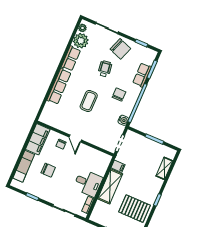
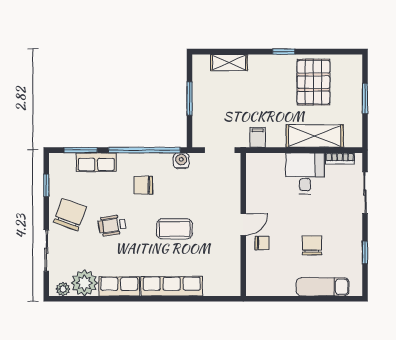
filing cabinet: (38, 139) -> (270, 283), removed
shelving: (110, 186) -> (315, 136), moved

